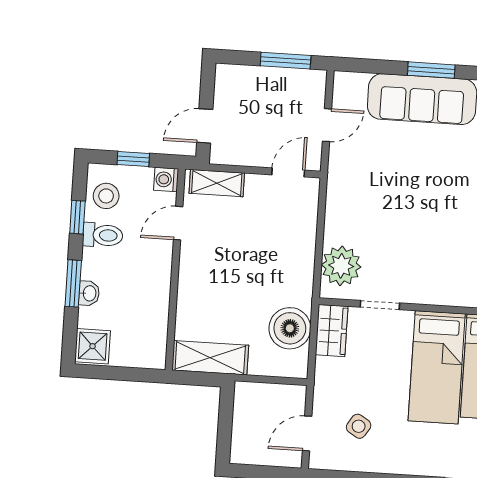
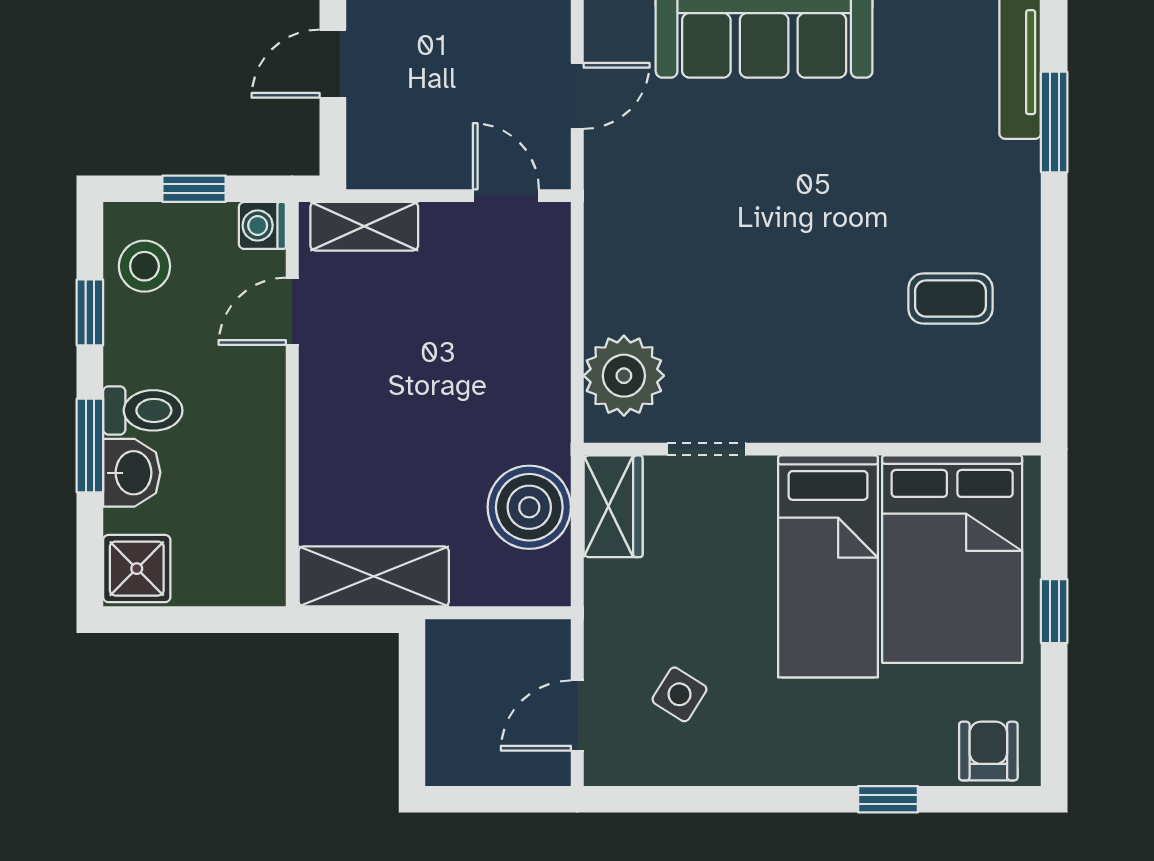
door: (205, 126) -> (333, 64), moved
door: (288, 172) -> (506, 196), hinge flipped
toilet: (103, 235) -> (143, 410), moved
washbasin: (89, 293) -> (132, 473), width x1.38, depth x1.45

